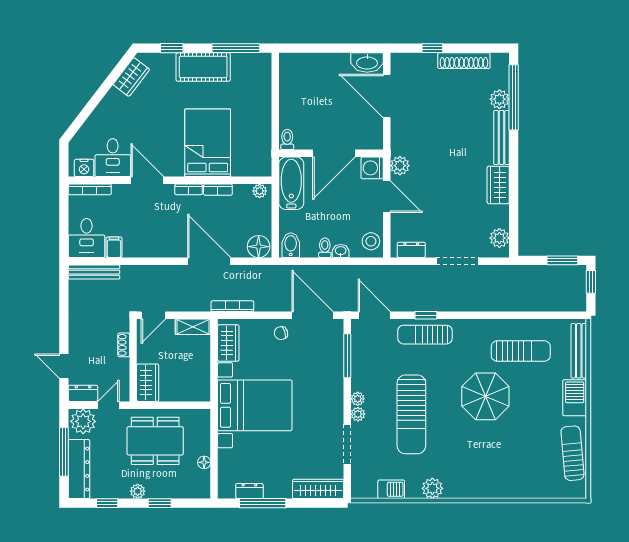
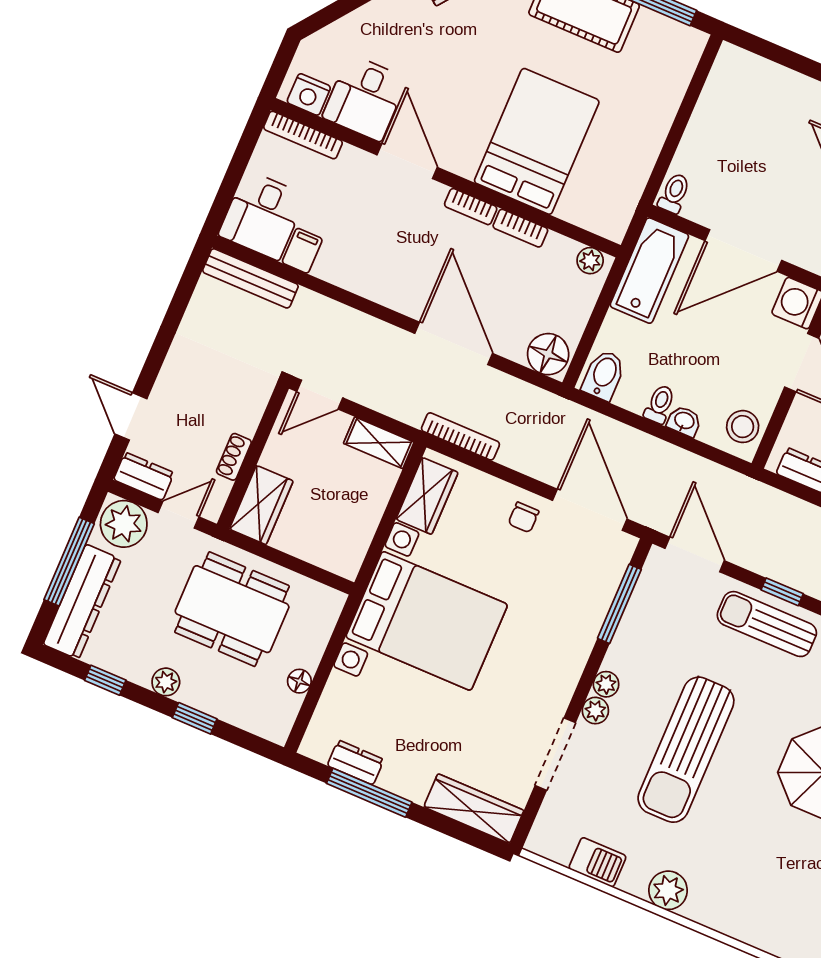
chair: (281, 333) -> (524, 517), turned -73
shoe rack: (124, 345) -> (234, 457), moved

